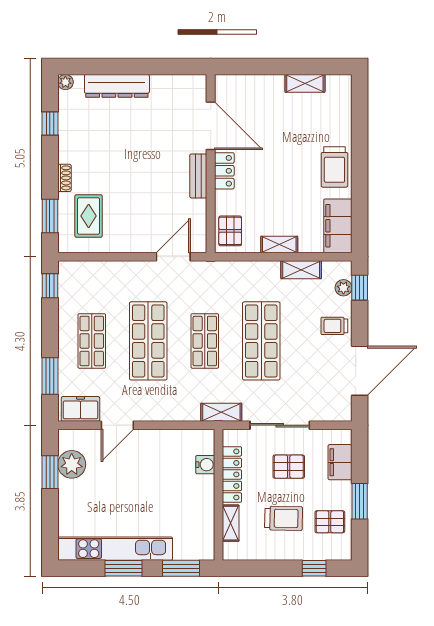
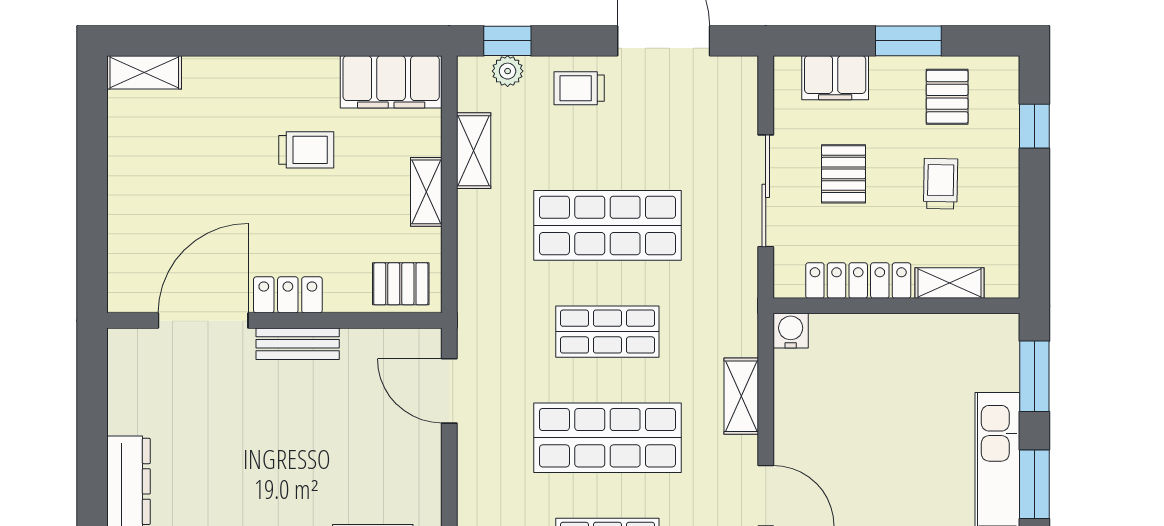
shelving: (305, 83) -> (144, 72), moved, turned 90
trolley: (334, 167) -> (306, 150), moved, width x0.73, depth x0.72
trolley: (334, 326) -> (579, 88), turned 90
shelving: (221, 412) -> (741, 396), moved
water cooler: (205, 465) -> (791, 331), moved
trolley: (284, 518) -> (941, 184), width x0.73, depth x0.72

